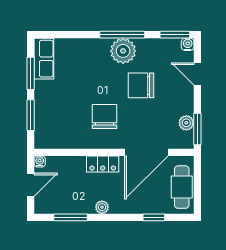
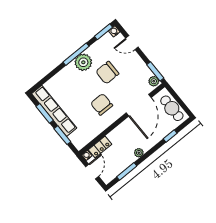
row of seats: (44, 59) -> (54, 111), width x2.02
plant: (186, 123) -> (154, 81), moved
locker: (103, 164) -> (100, 147), moved

